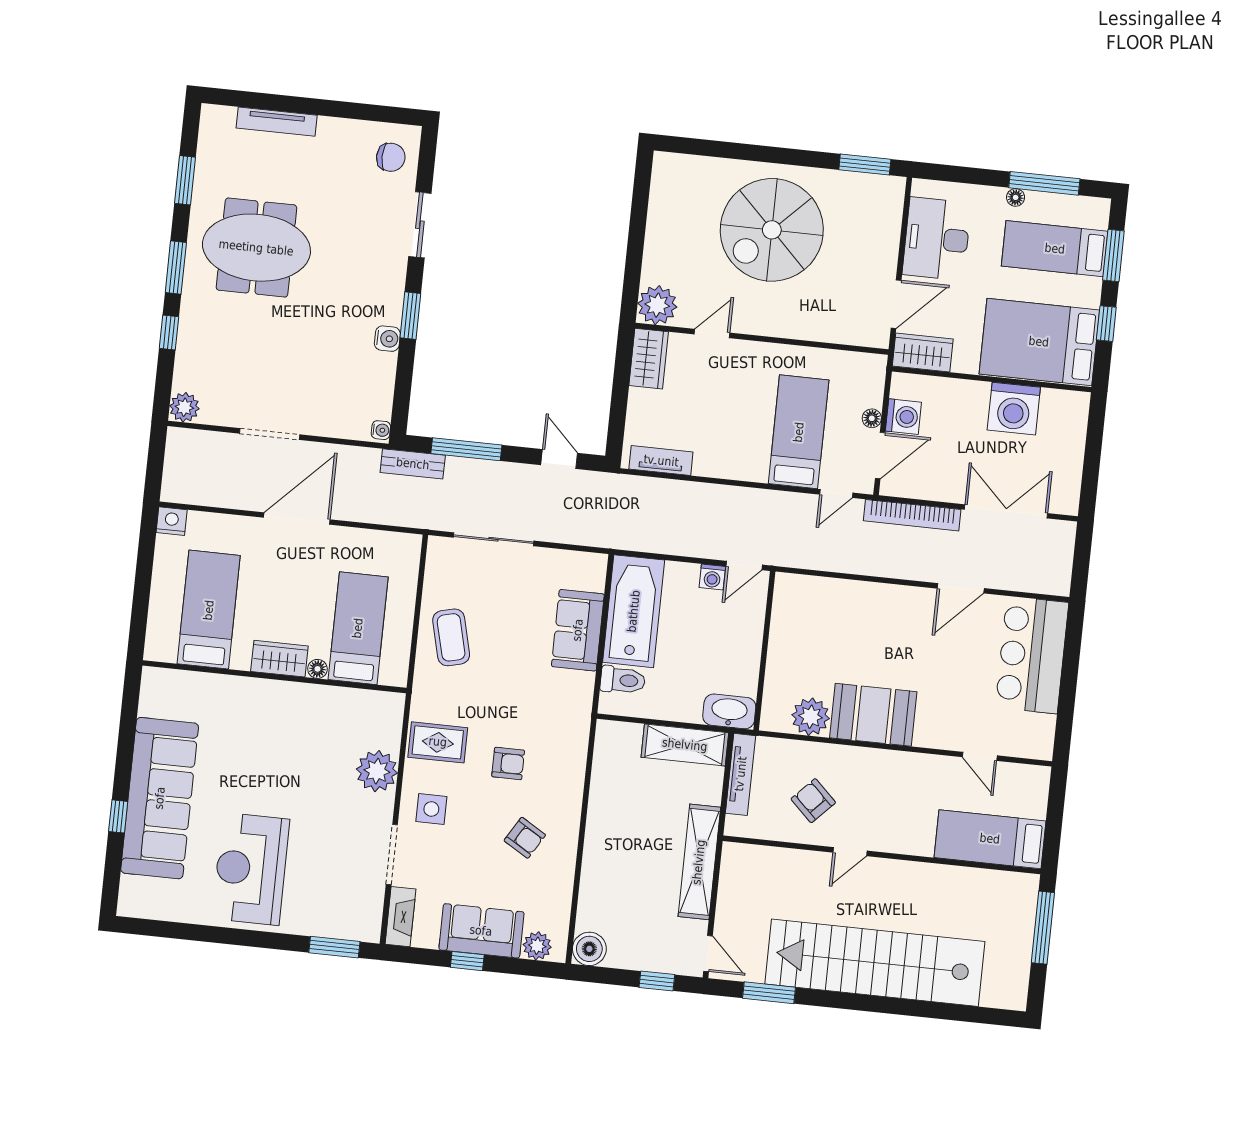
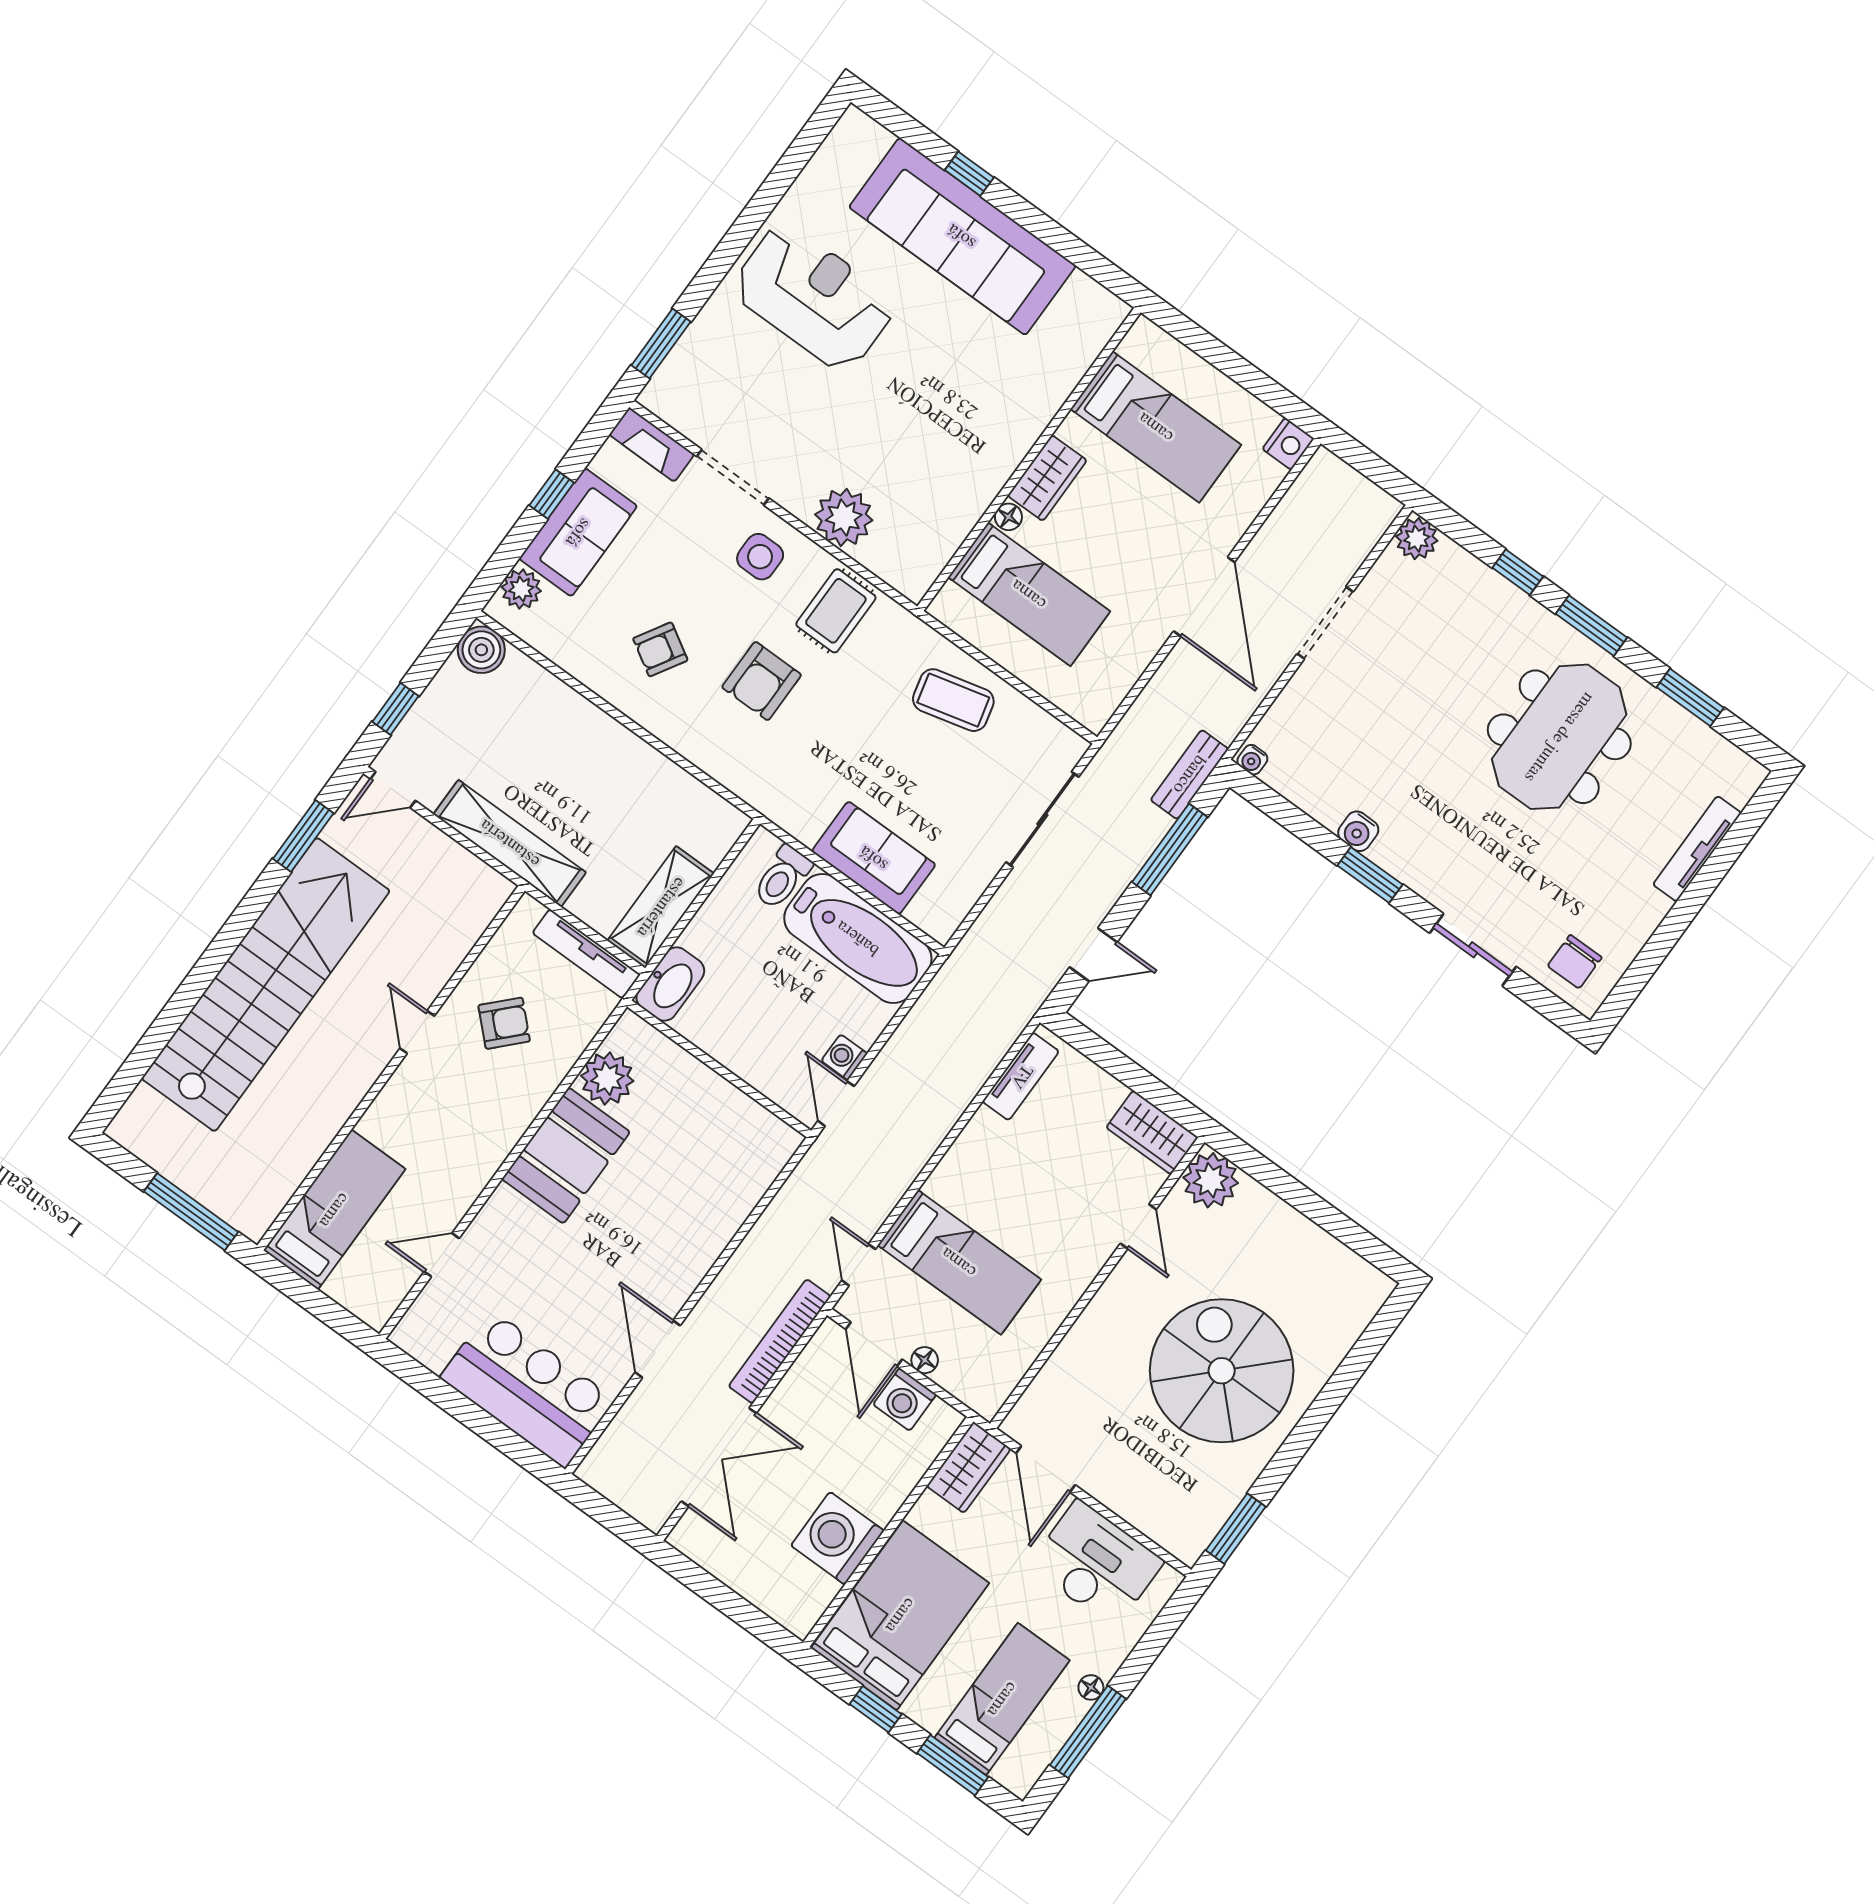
armchair: (508, 763) -> (762, 681), width x1.38, depth x1.38

